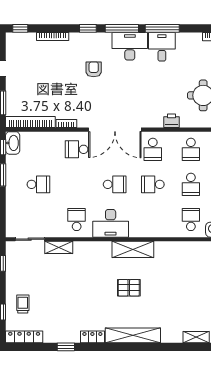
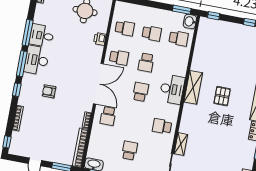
school desk: (191, 219) -> (179, 38), turned 180
desk: (111, 223) -> (172, 89), moved

